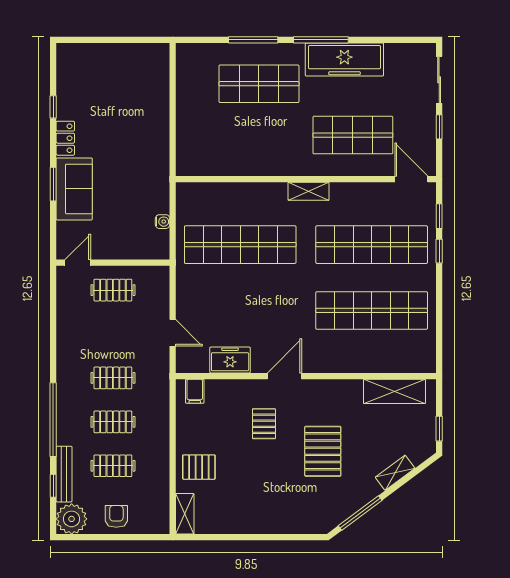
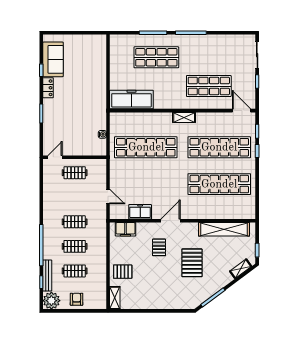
freezer: (344, 59) -> (131, 100), moved, turned 180
sofa: (74, 189) -> (53, 59), moved
filing cabinet: (195, 391) -> (125, 229), width x2.00
shelving: (394, 391) -> (224, 229), width x1.47
shelving: (395, 473) -> (241, 269), moved

